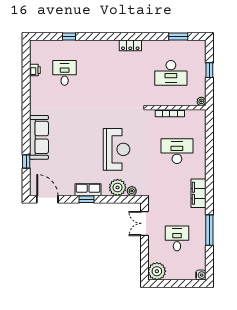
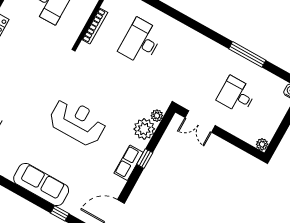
reception desk: (116, 149) -> (78, 122), moved
filing cabinet: (199, 193) -> (200, 44), removed
window: (87, 199) -> (145, 159), moved
plant: (157, 271) -> (262, 144), width x0.53, depth x0.53

